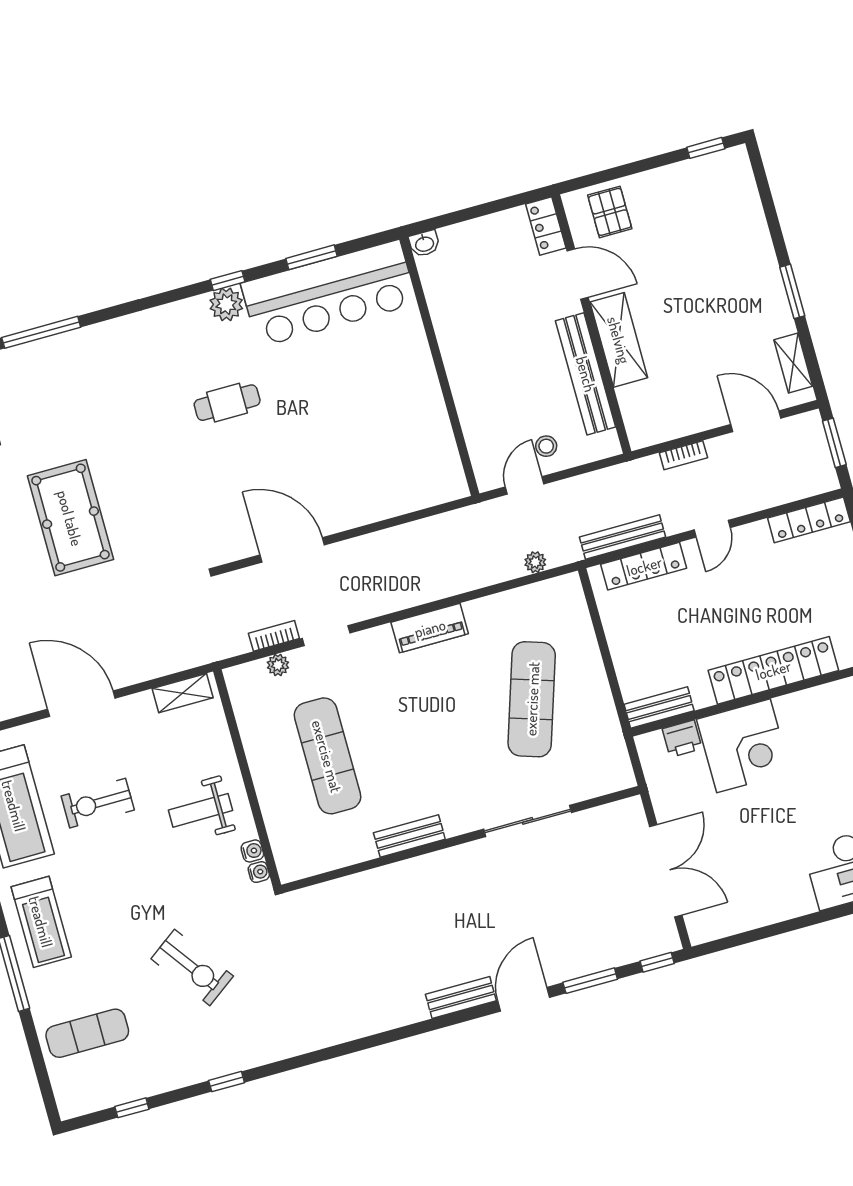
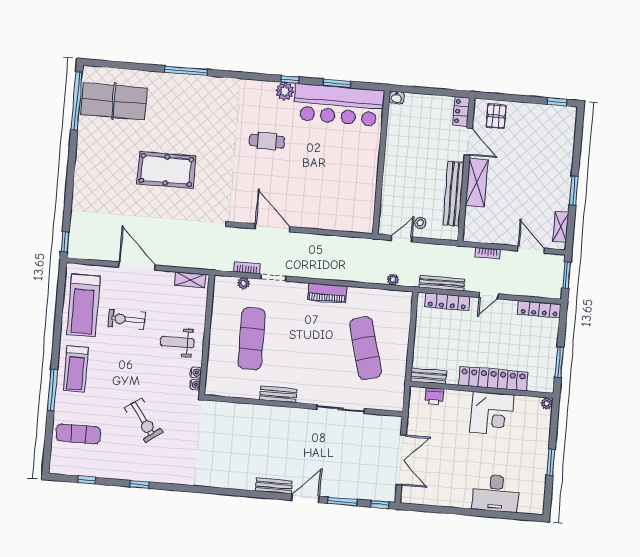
pool table: (70, 518) -> (166, 170), turned 90
exercise mat: (532, 699) -> (365, 348), turned -33
corner desk: (743, 746) -> (492, 414), moved

